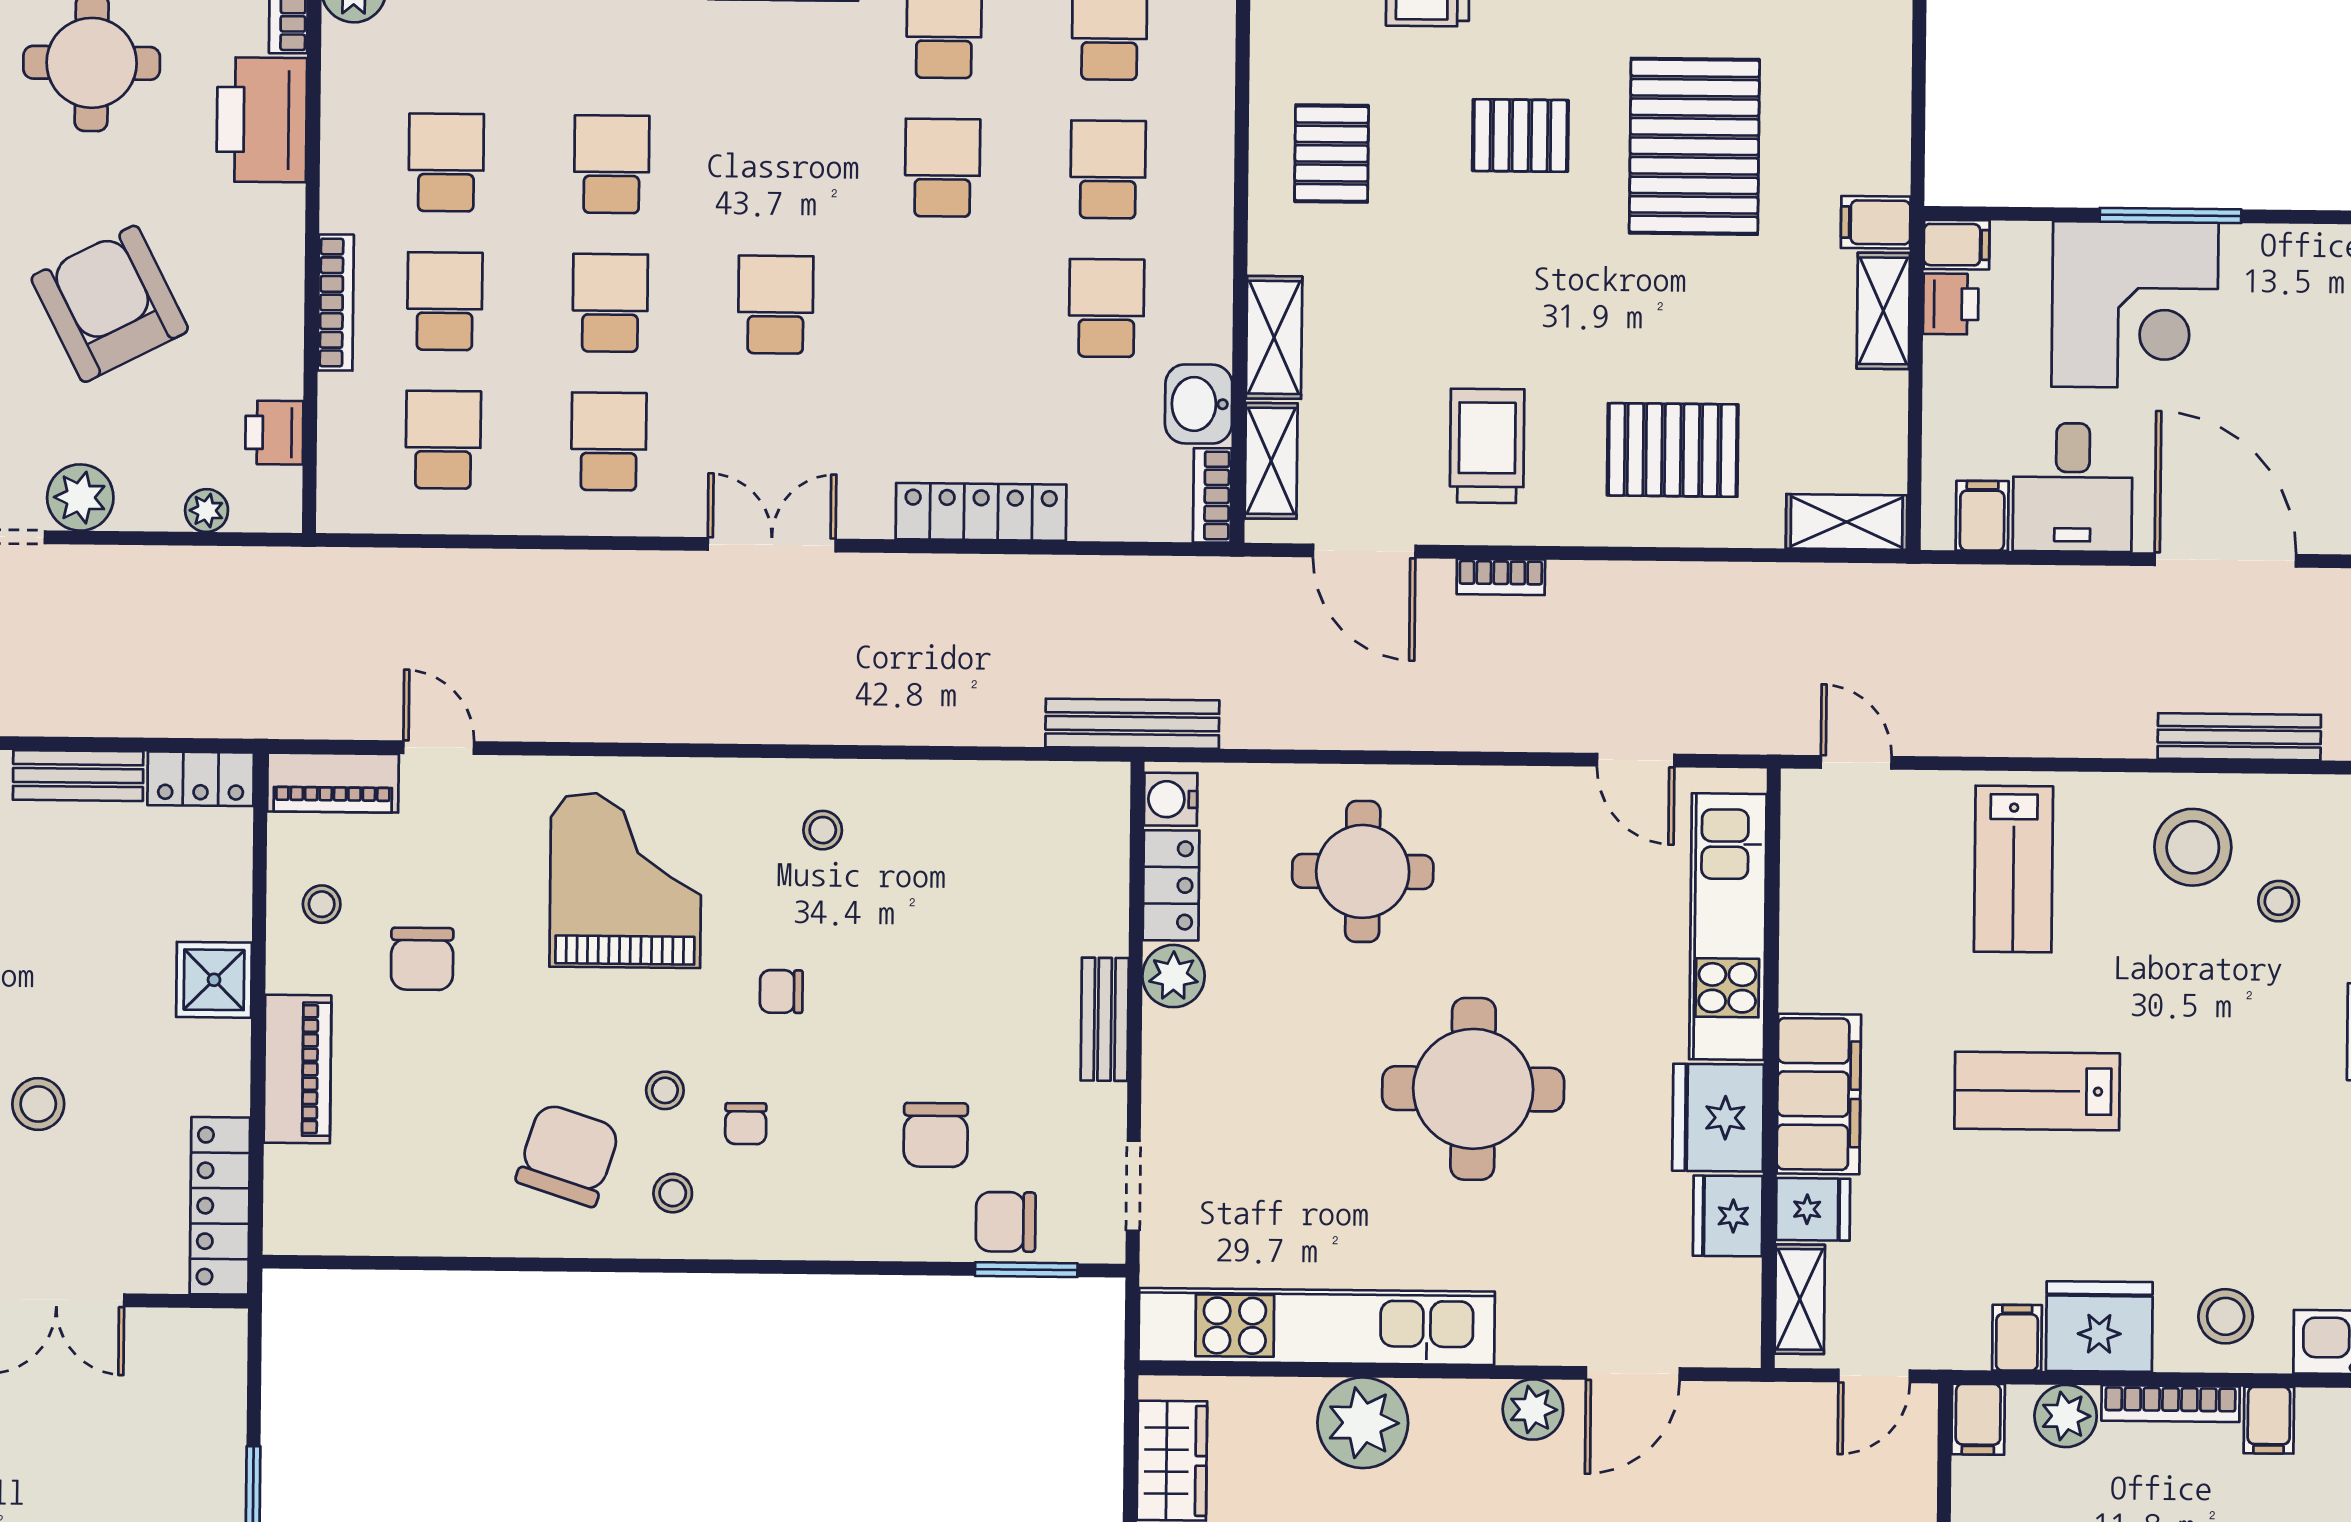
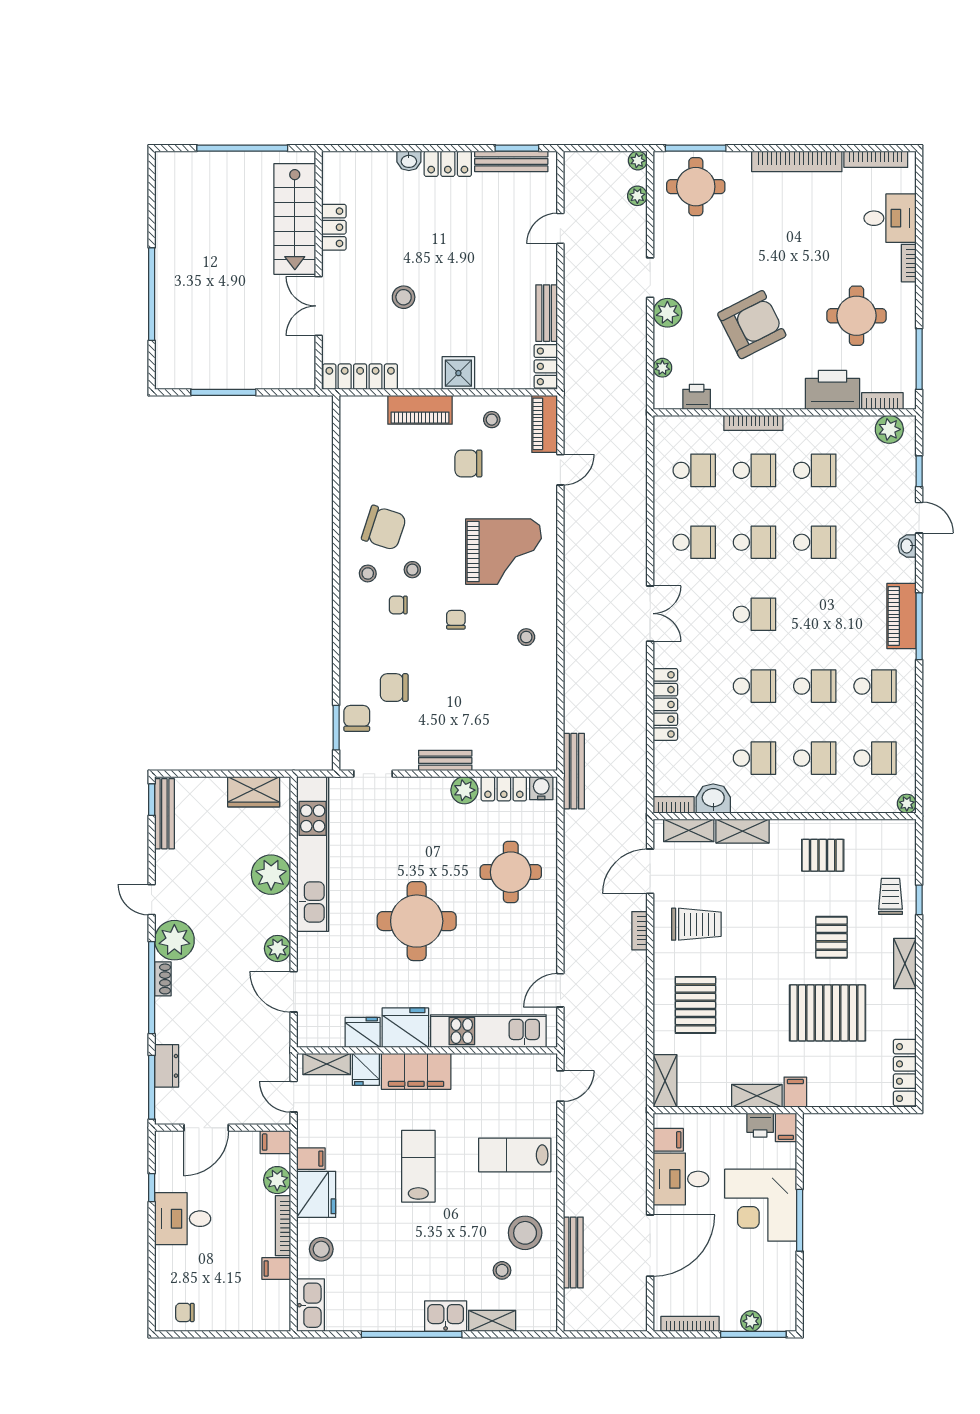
school desk: (941, 306) -> (755, 686), added

